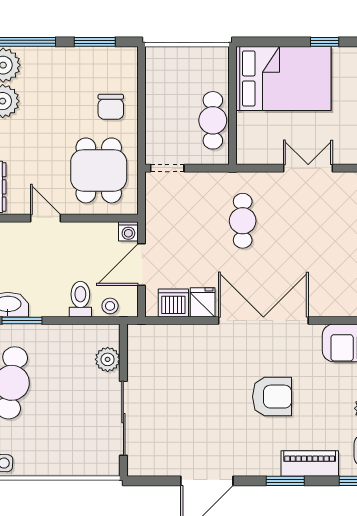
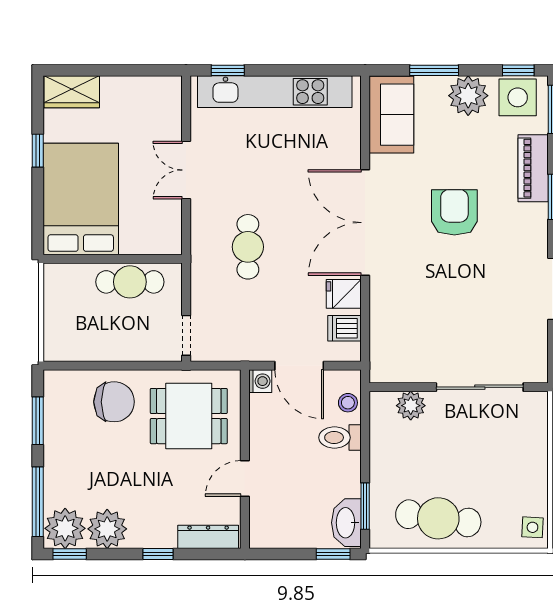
chair: (111, 107) -> (114, 402), width x1.37, depth x1.37
cafe table: (243, 221) -> (248, 247), turned 90
dishwasher: (173, 303) -> (344, 328), width x0.73

